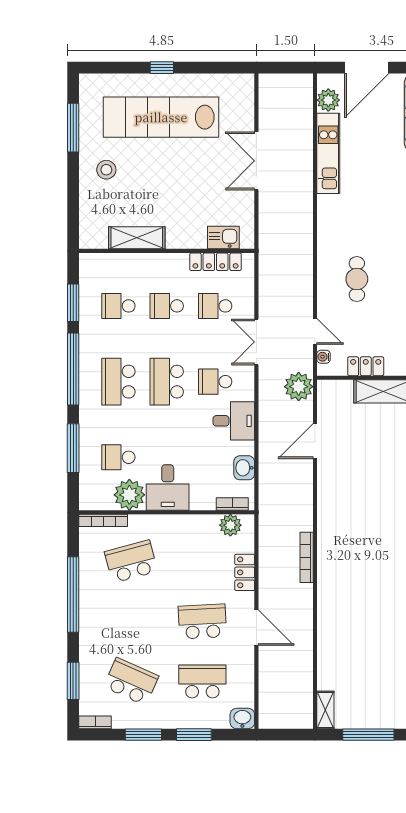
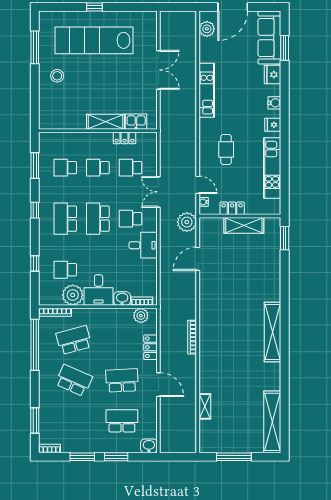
kitchen unit: (328, 153) -> (207, 90), moved
double door: (256, 161) -> (158, 70), swing flipped
shelving: (137, 238) -> (105, 122), moved
locker: (216, 262) -> (125, 138), width x0.66
window: (73, 369) -> (35, 210), width x0.32
window: (73, 448) -> (35, 264), width x0.46
washbasin: (244, 468) -> (122, 299), moved, turned 90
window: (73, 595) -> (35, 345), moved
school desk: (131, 681) -> (74, 380), moved
shelving: (325, 710) -> (205, 406), moved

